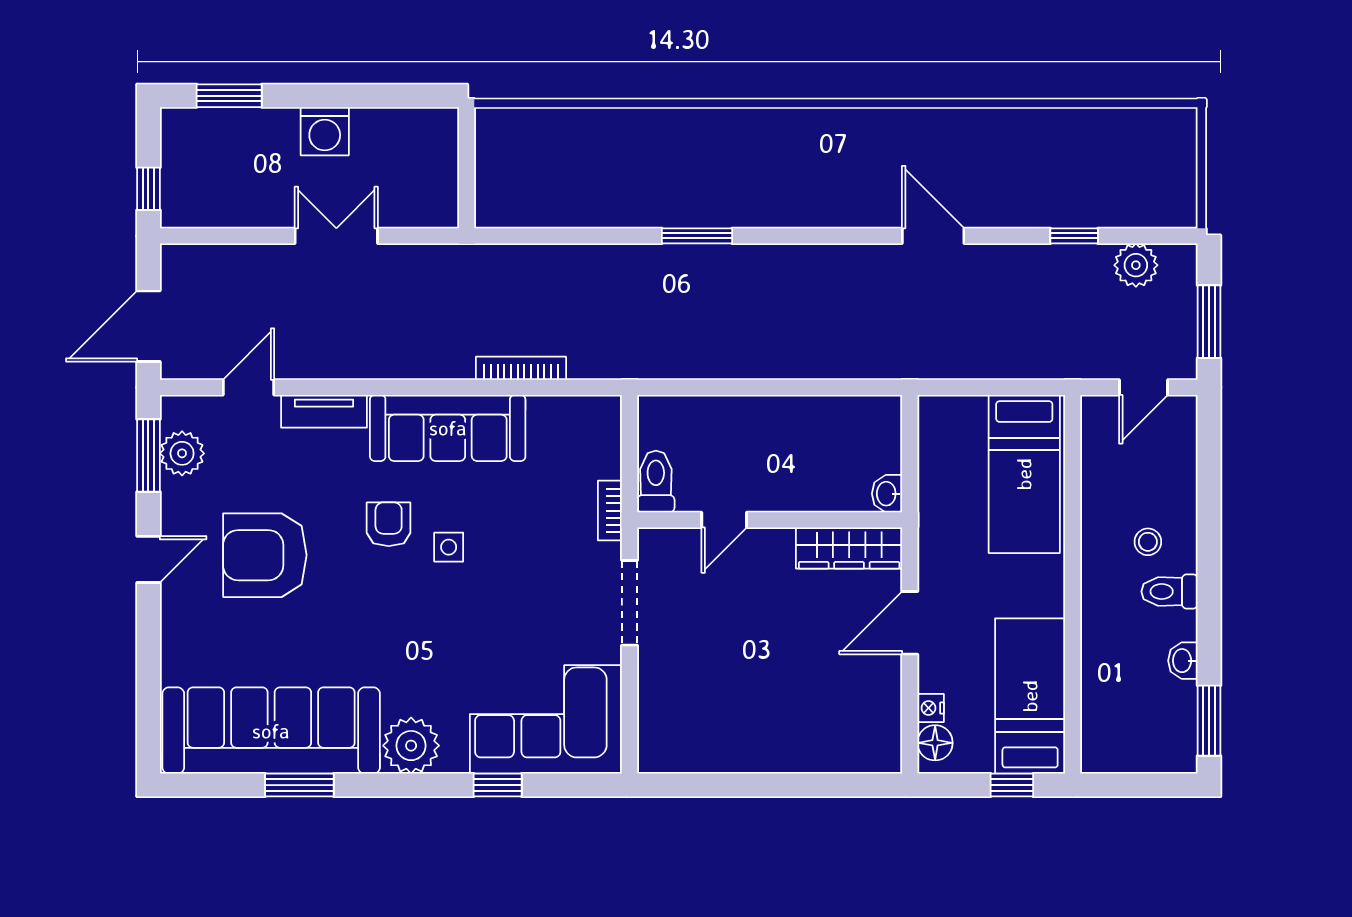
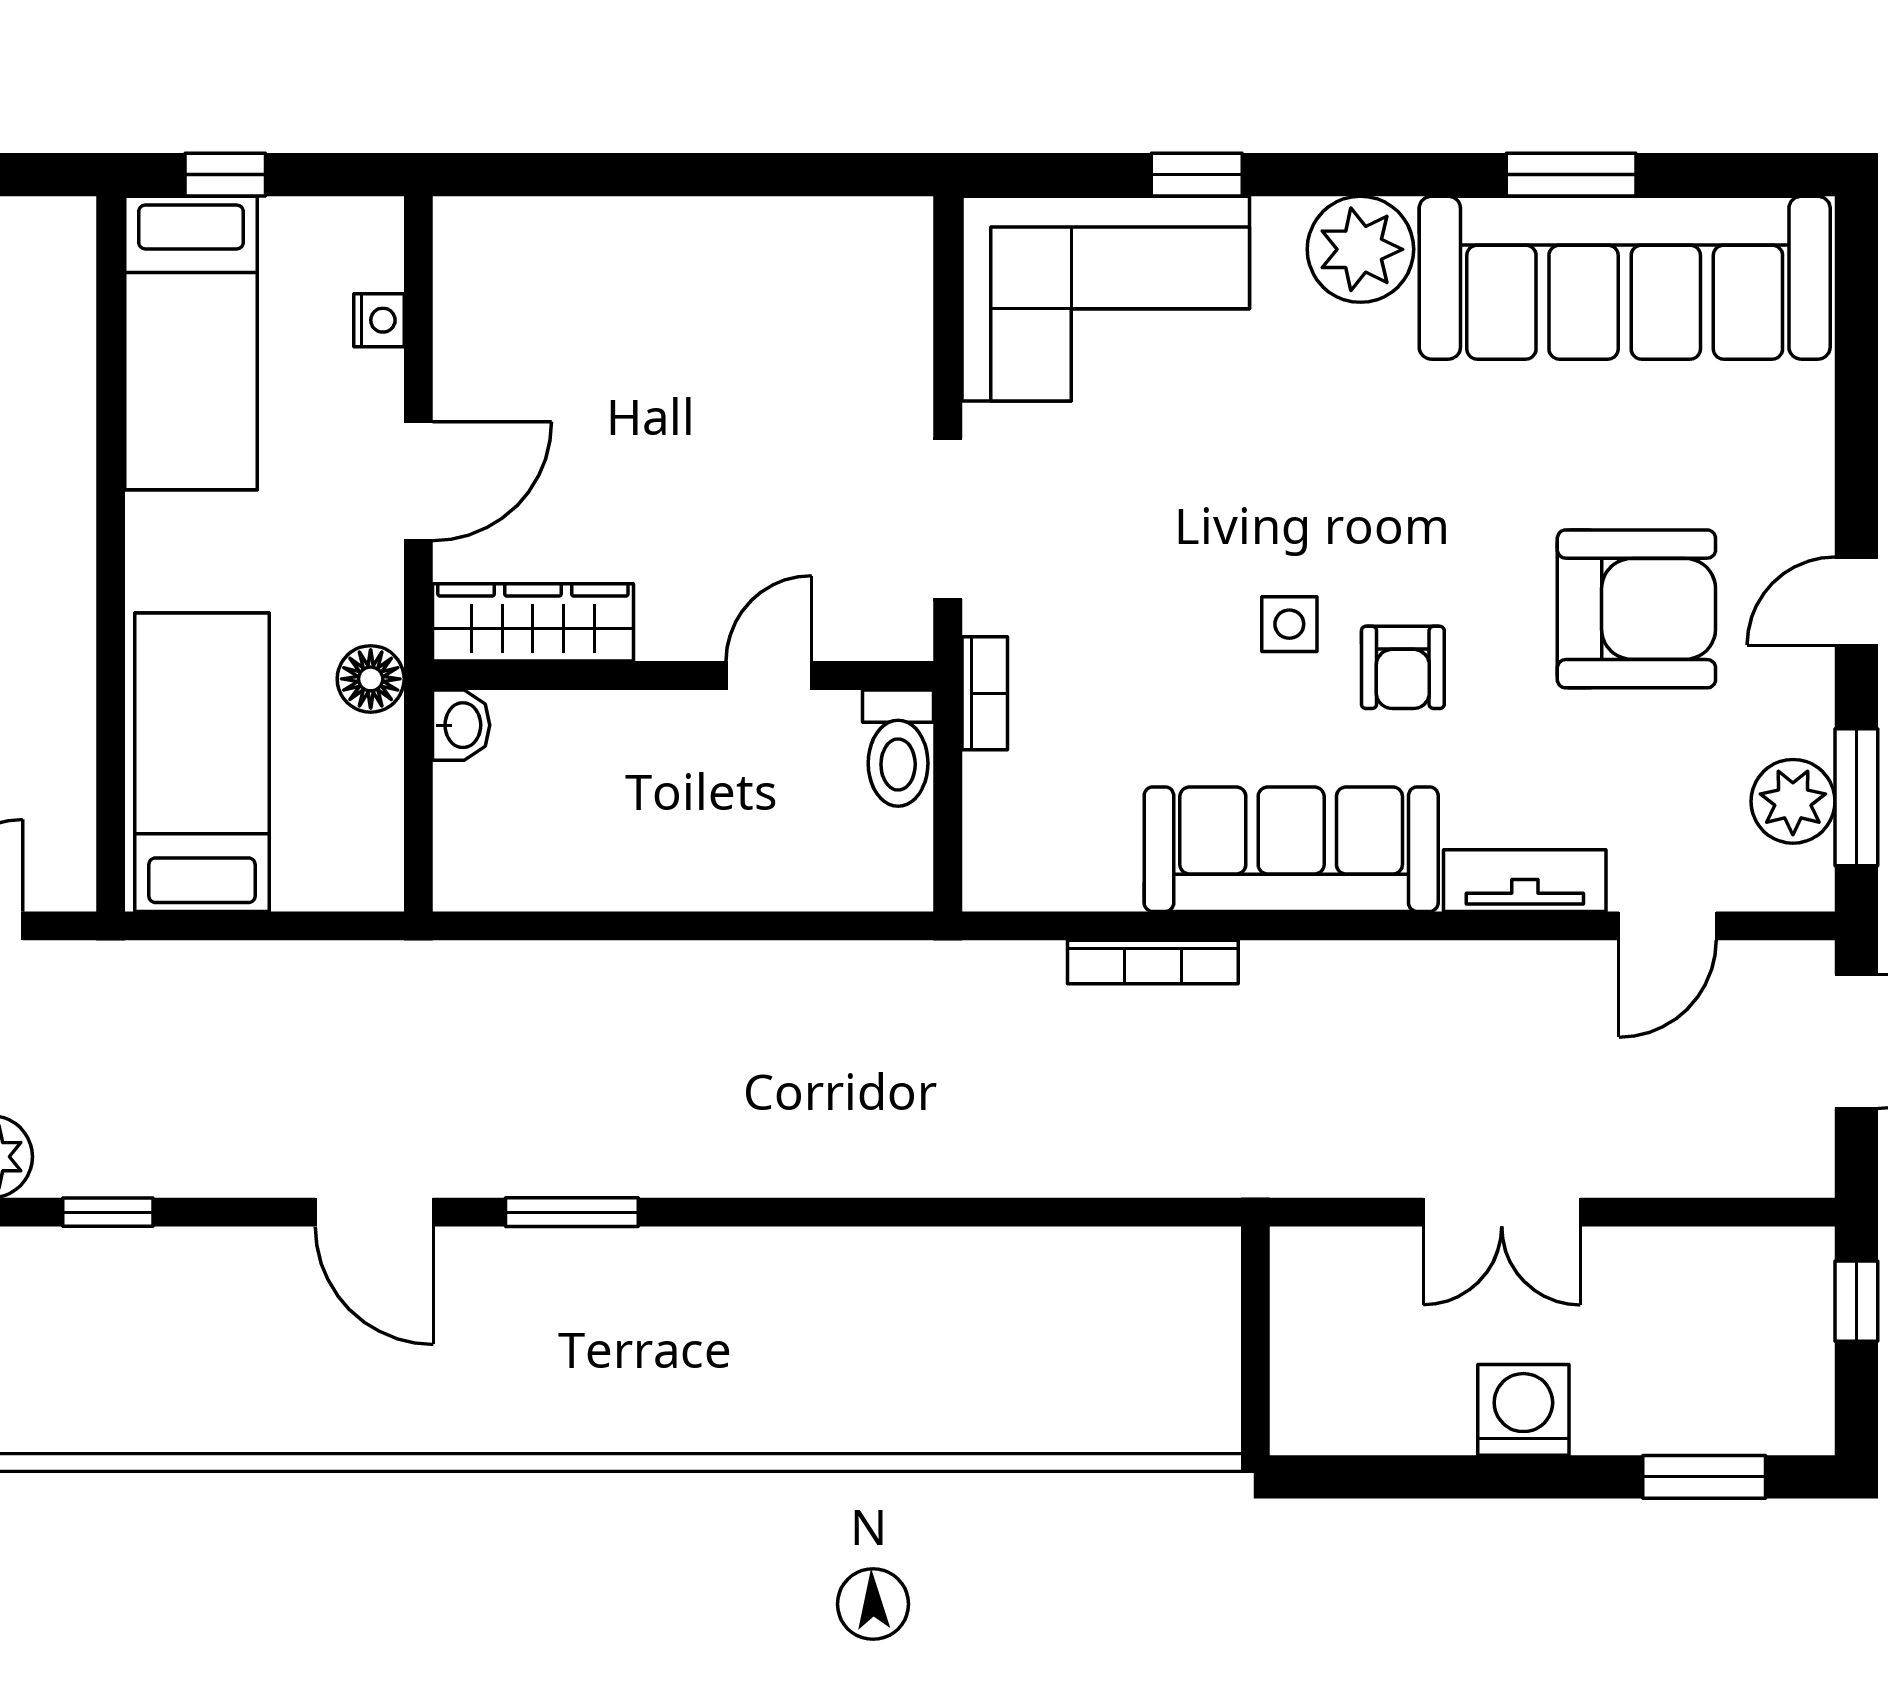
window: (697, 236) -> (572, 1212), moved
floor lamp: (935, 743) -> (371, 679), moved

